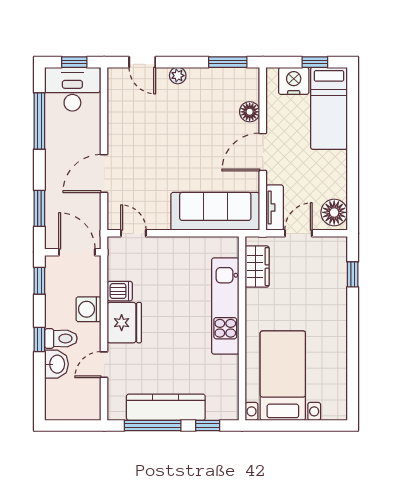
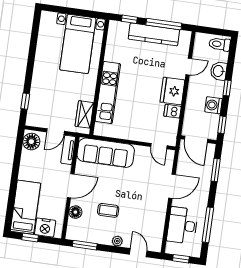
desk: (72, 89) -> (182, 225), moved, turned 90
coffee table: (199, 122) -> (108, 210), added
washing machine: (89, 309) -> (213, 105), moved, turned 180
toilet: (61, 338) -> (220, 44), moved

